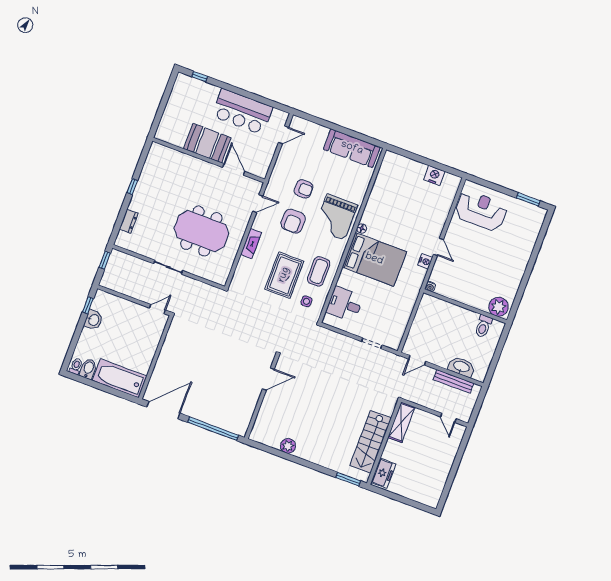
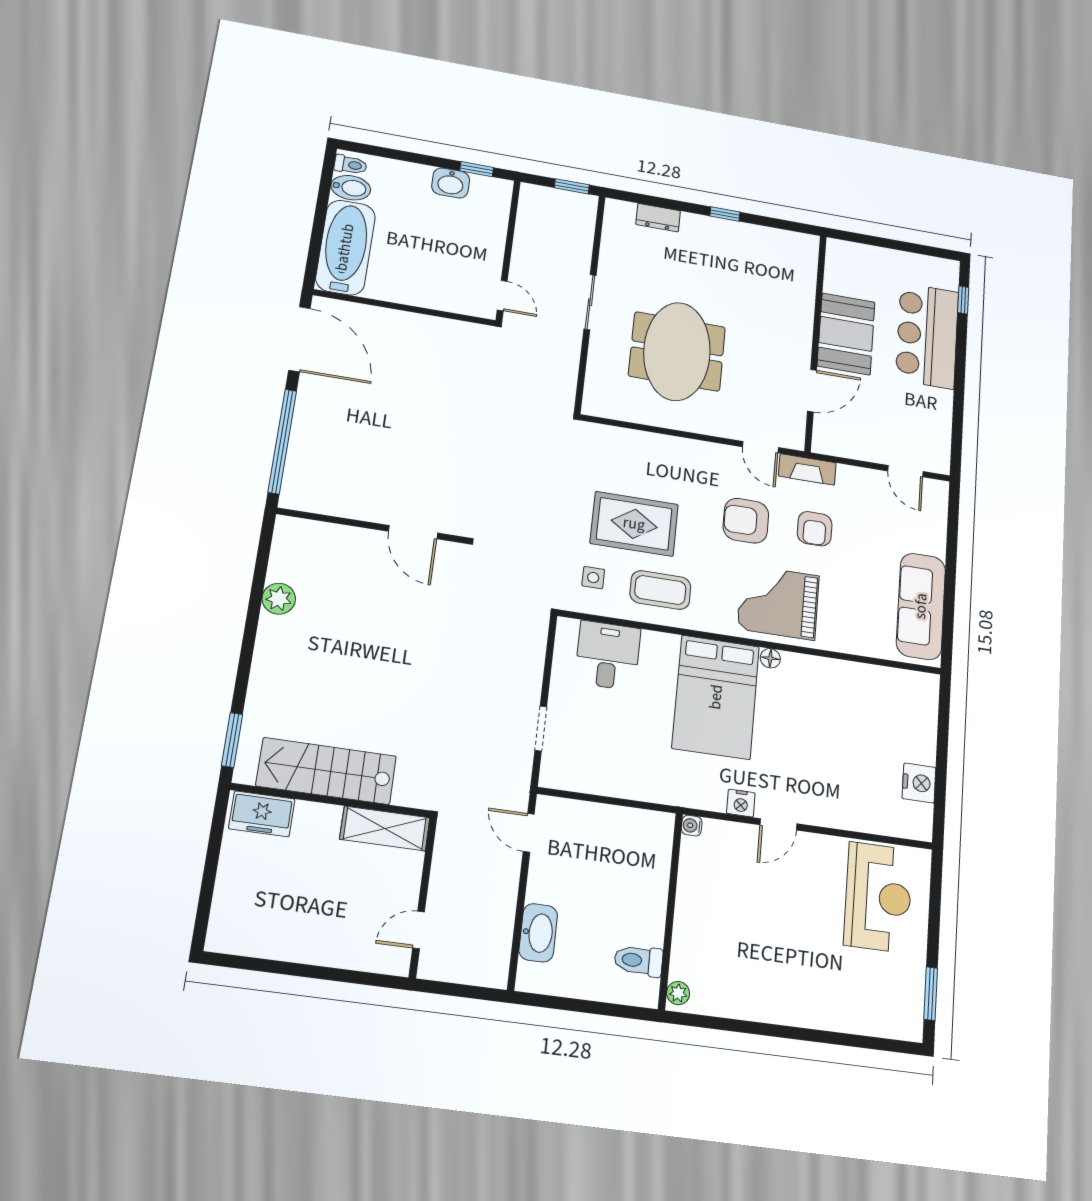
bar counter: (242, 112) -> (927, 336), moved
fireplace: (251, 244) -> (807, 469), moved
plant: (499, 307) -> (678, 993), width x0.53, depth x0.53
bench: (453, 381) -> (502, 923), removed

